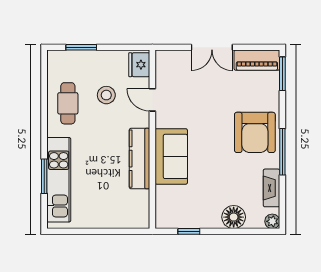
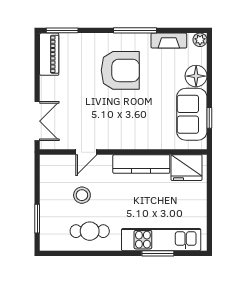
double door: (212, 47) -> (37, 121), moved
fridge: (139, 65) -> (186, 168), moved, width x1.36, depth x1.34
armchair: (255, 132) -> (120, 70), moved
sofa: (171, 156) -> (192, 114), moved, turned -90

